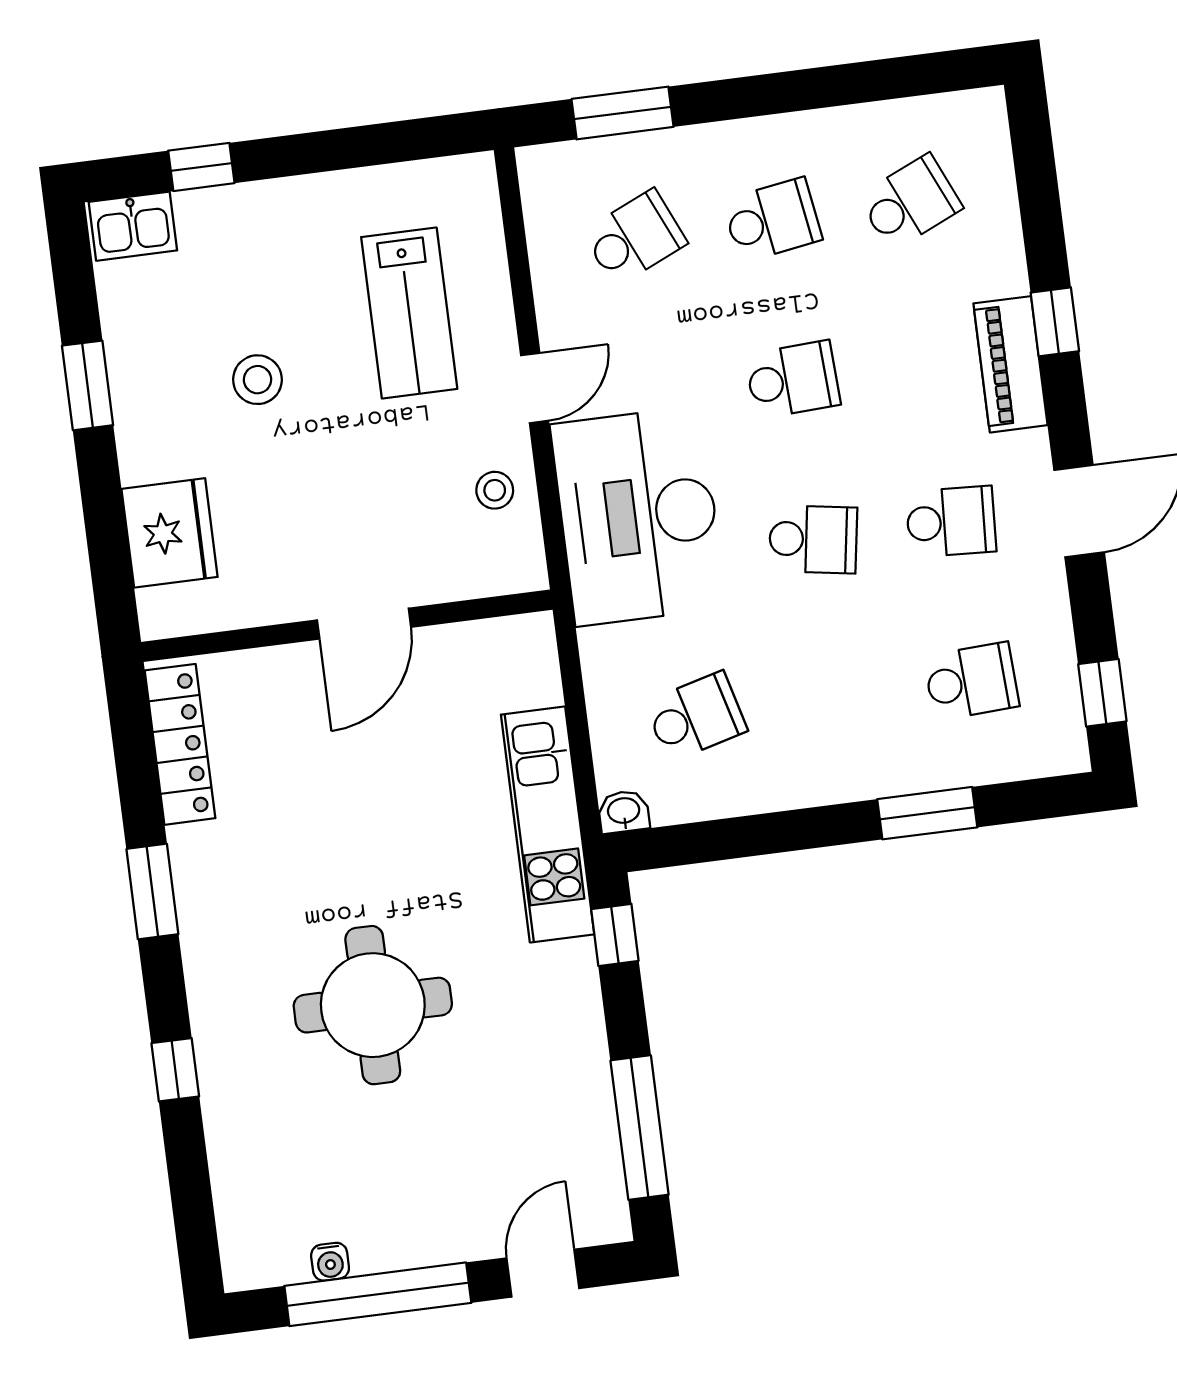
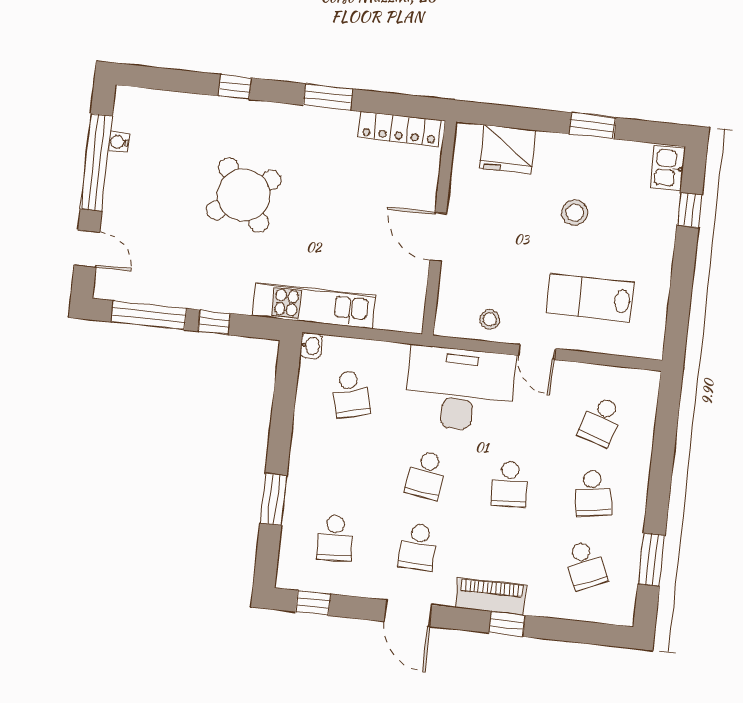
window: (622, 113) -> (651, 560), moved
school desk: (635, 238) -> (601, 421), turned 42
window: (615, 935) -> (214, 322), moved
round table: (373, 1005) -> (244, 195), turned -35

